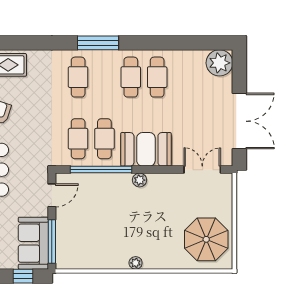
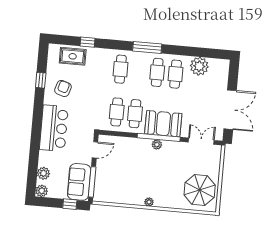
window: (27, 43) -> (87, 42), added
window: (98, 43) -> (147, 48), moved
plant: (219, 63) -> (199, 66), moved
window: (101, 170) -> (159, 137), moved

